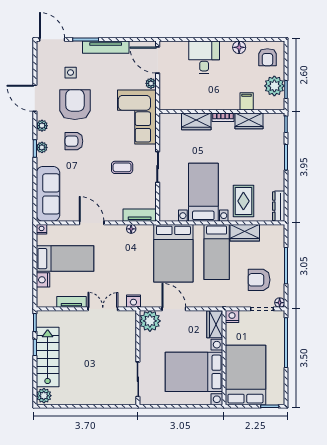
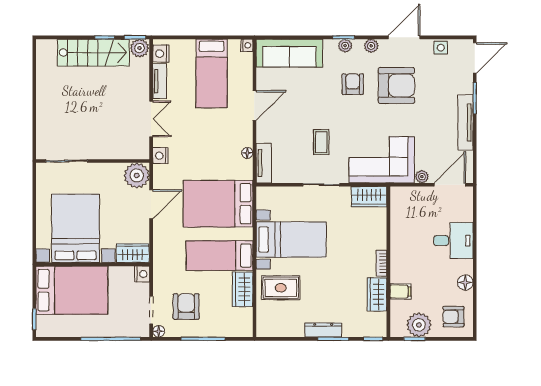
side table: (71, 73) -> (441, 48), moved
wardrobe: (196, 121) -> (369, 197), moved, turned -90
dresser: (279, 206) -> (323, 330), moved
nightstand: (43, 280) -> (161, 54), moved, turned -90
plant: (44, 396) -> (140, 48), moved

